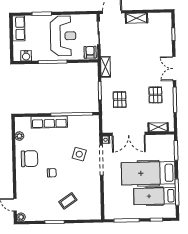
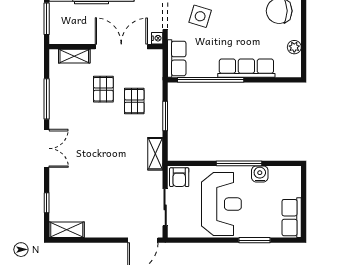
shelving: (136, 18) -> (67, 230), moved
reception desk: (63, 36) -> (221, 204), turned 180
water cooler: (26, 56) -> (260, 174), moved
pallet: (155, 95) -> (103, 89), moved
row of seats: (93, 127) -> (177, 58), added

